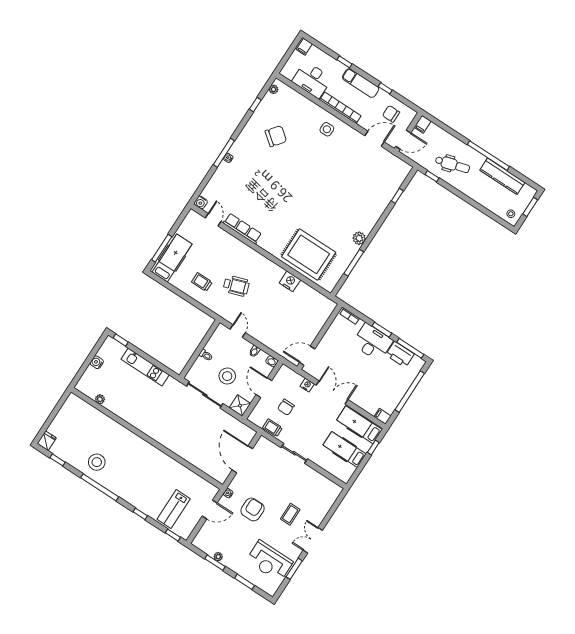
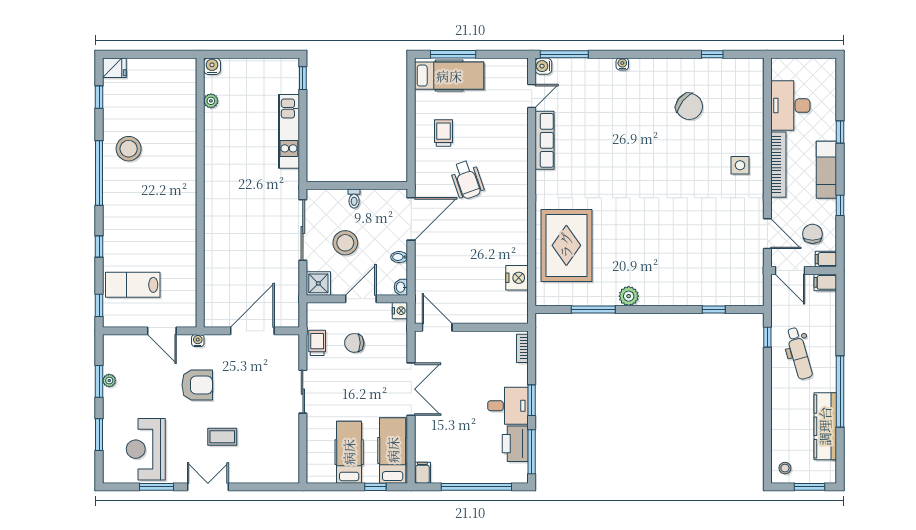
filing cabinet: (304, 47) -> (826, 259), moved
plant: (274, 89) -> (747, 65), removed
window: (224, 153) -> (564, 54), moved
nightstand: (290, 281) -> (517, 278), moved
door: (238, 331) -> (411, 219), width x1.87
desk: (372, 342) -> (508, 406), width x0.73
water cooler: (97, 362) -> (212, 66), moved
nightstand: (307, 385) -> (400, 311), moved

